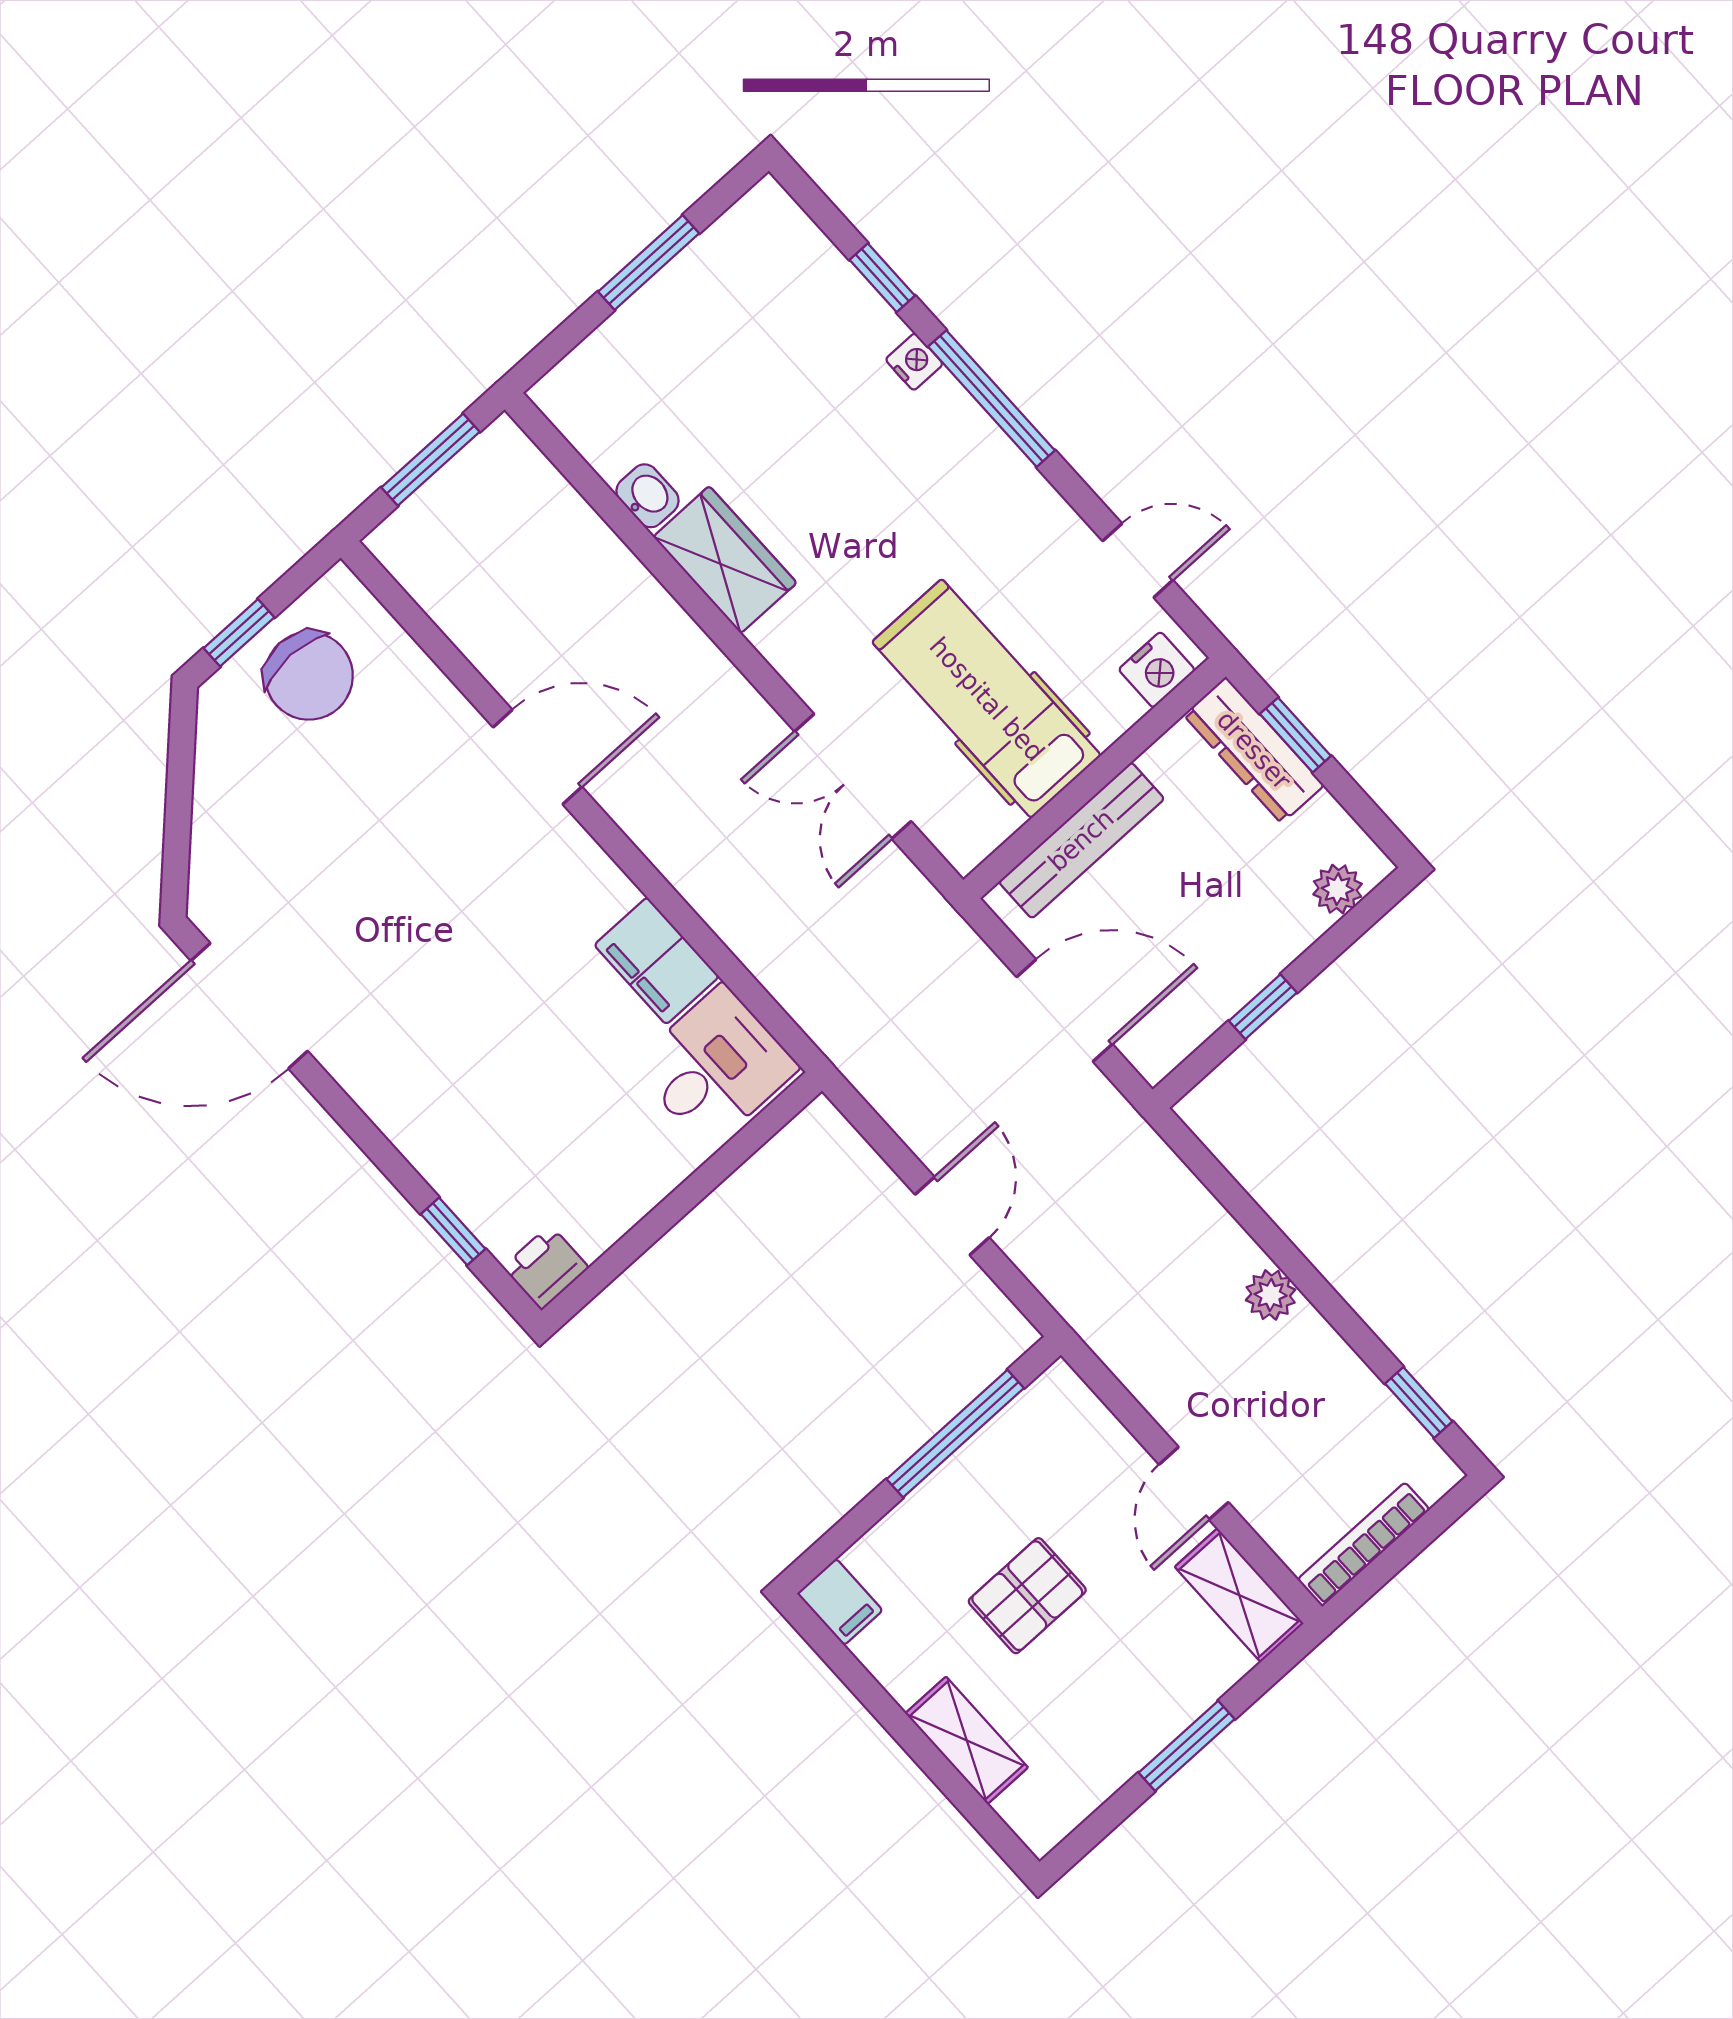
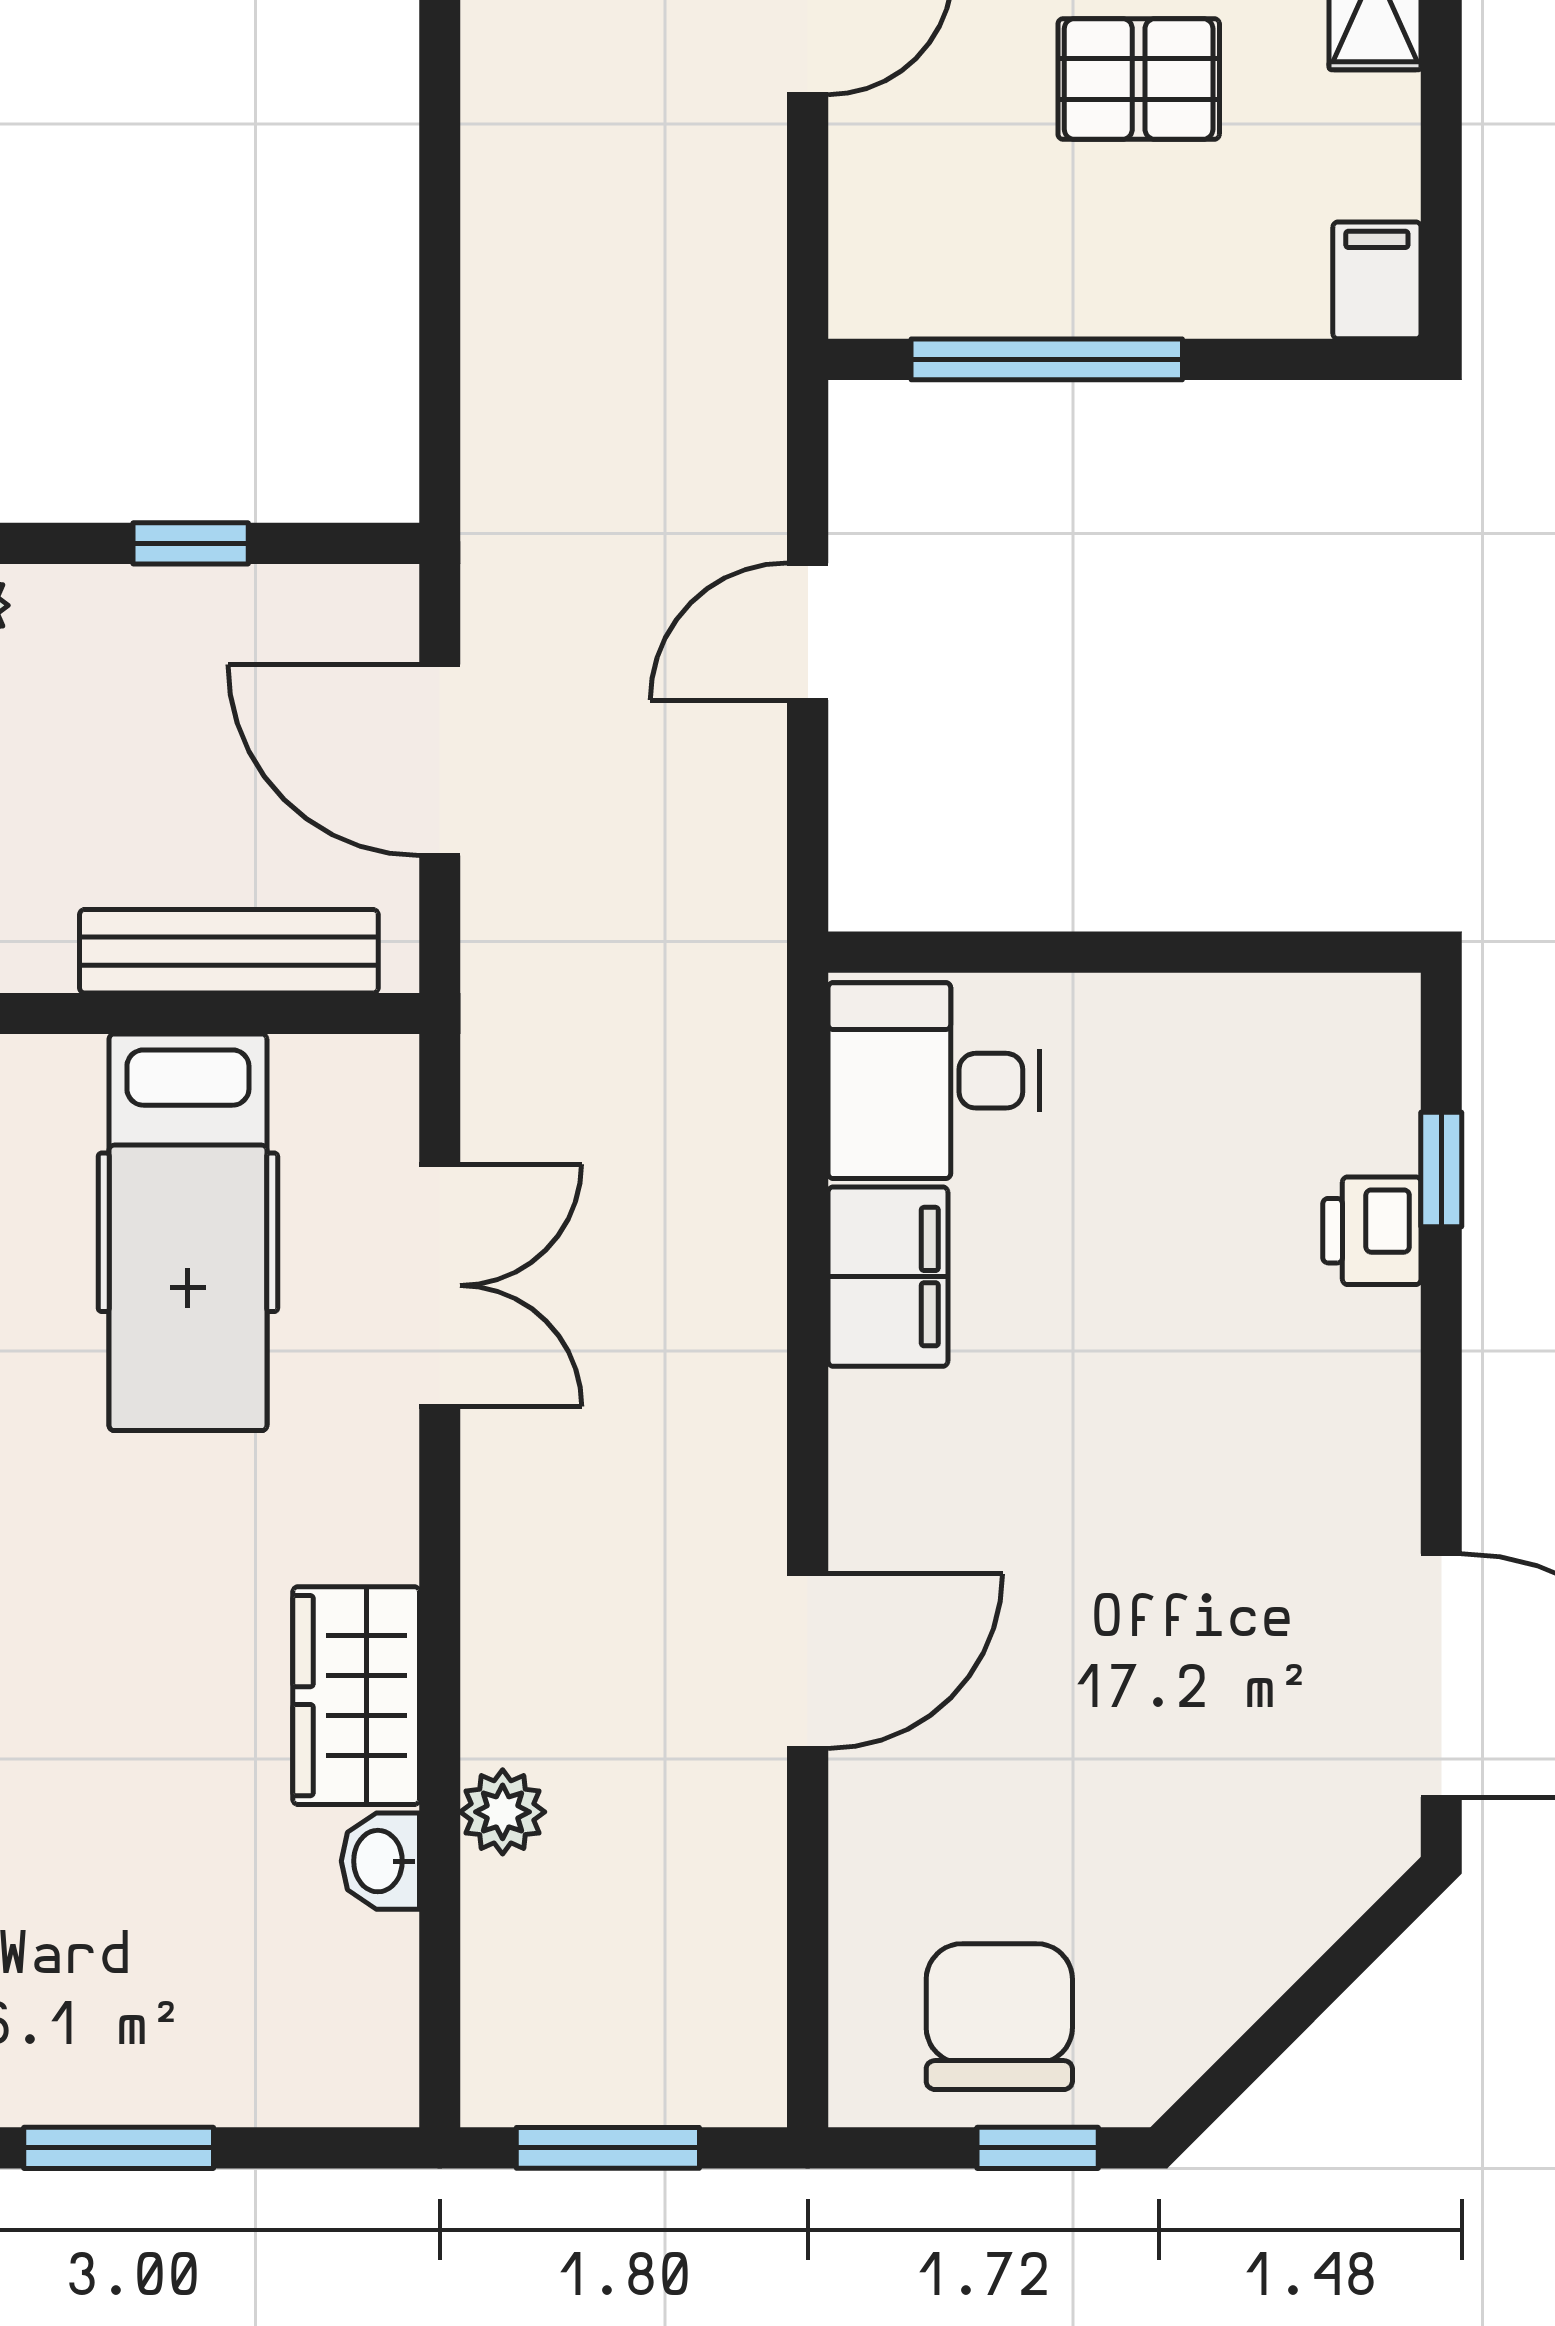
door: (537, 757) -> (808, 1661), swing flipped
printer: (546, 1267) -> (1372, 1231), moved, turned 90
plant: (1271, 1295) -> (503, 1812), moved

